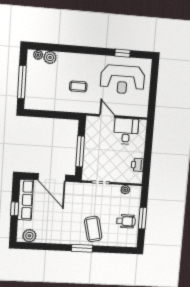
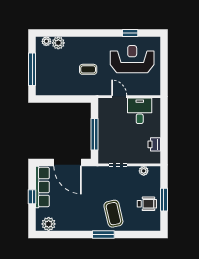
reception desk: (122, 79) -> (132, 59), turned 180

